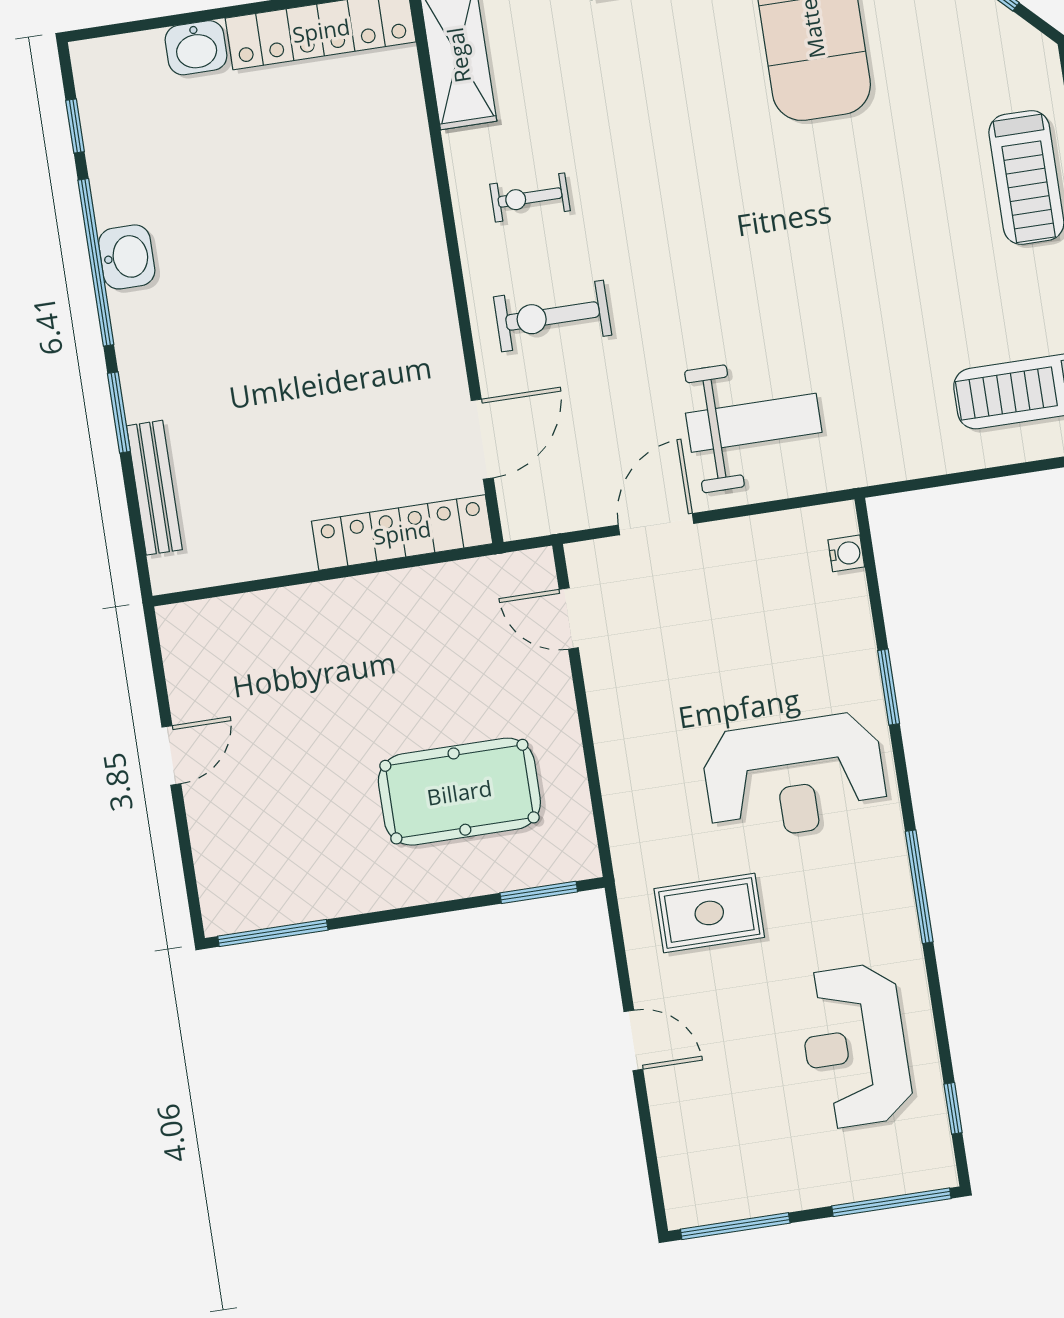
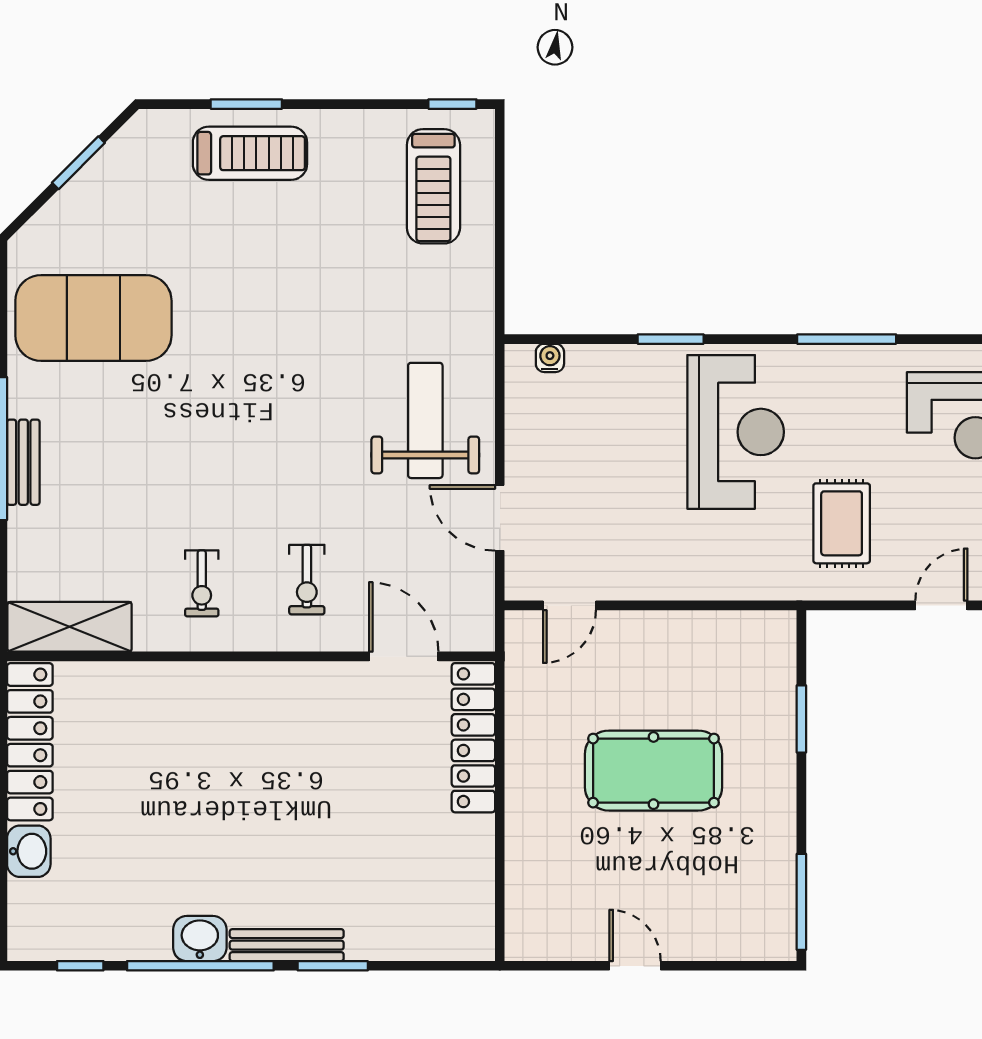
exercise bike: (553, 316) -> (307, 580), width x0.73, depth x0.72
bench: (154, 488) -> (287, 945), moved
pool table: (459, 792) -> (654, 771), moved, turned 90
window: (539, 892) -> (801, 719), moved

